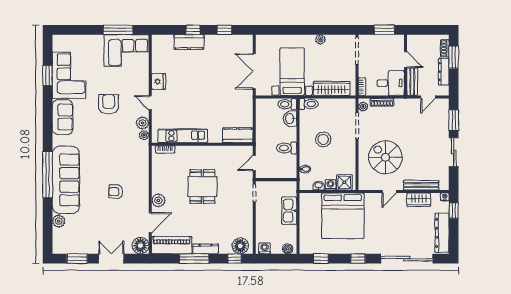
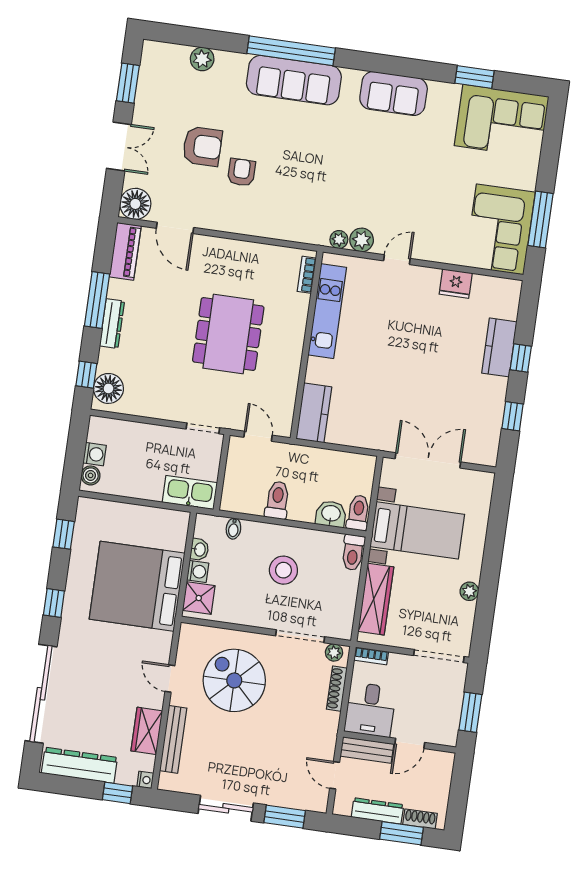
corner sofa: (69, 75) -> (502, 121), moved
fridge: (159, 81) -> (456, 284), moved
armchair: (109, 104) -> (202, 146), moved
spiral stairs: (385, 157) -> (234, 680), turned -90
sofa: (66, 180) -> (294, 80), width x0.74, depth x0.79
dining table: (202, 187) -> (228, 334), width x1.38
plant: (158, 200) -> (214, 249), removed
kitchen sink: (289, 211) -> (190, 492), moved
piano: (172, 245) -> (125, 251), width x0.73, depth x0.75
washing machine: (265, 248) -> (95, 454), moved

